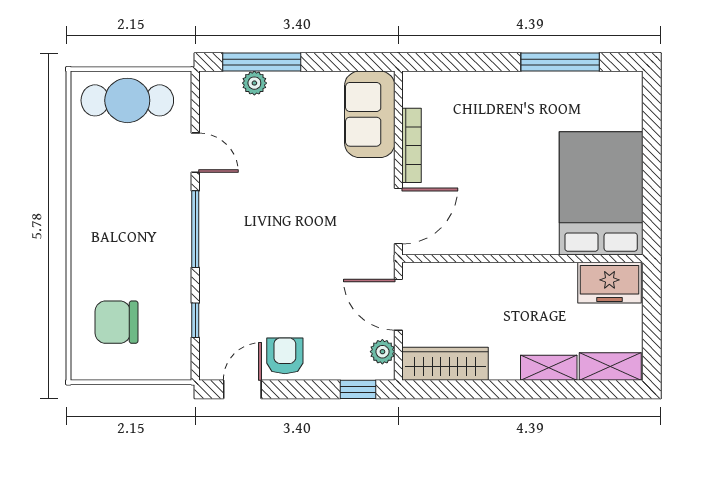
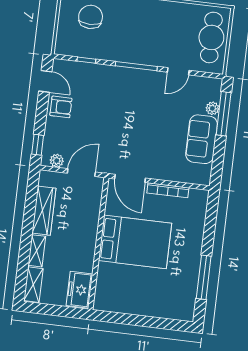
sofa: (370, 114) -> (202, 139), moved, turned -90
bed: (601, 193) -> (135, 242), moved
wardrobe: (445, 364) -> (44, 211), moved

